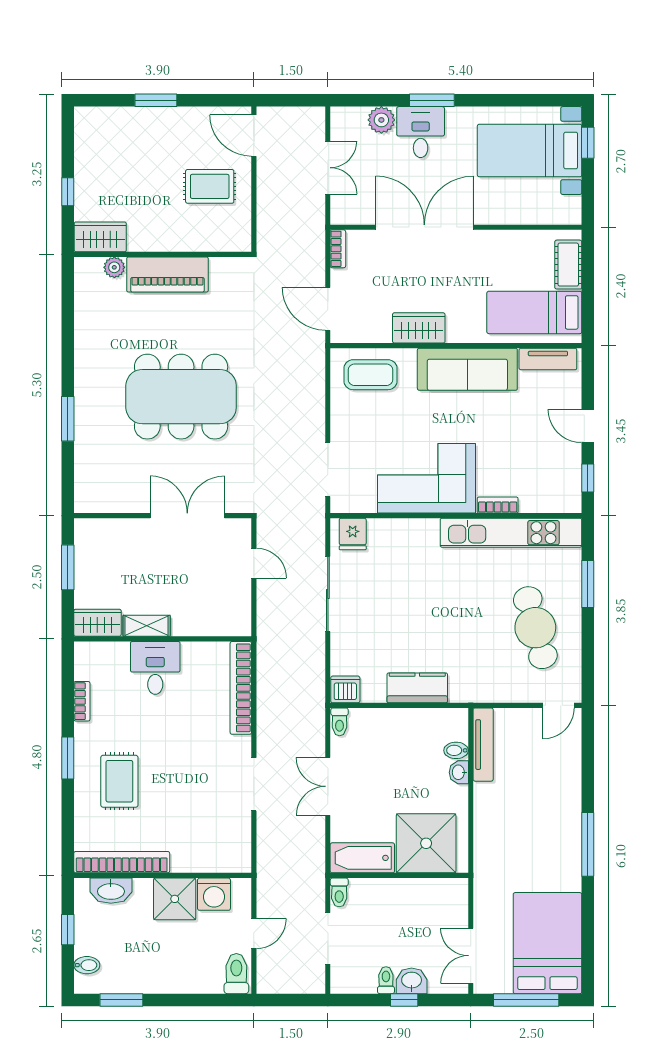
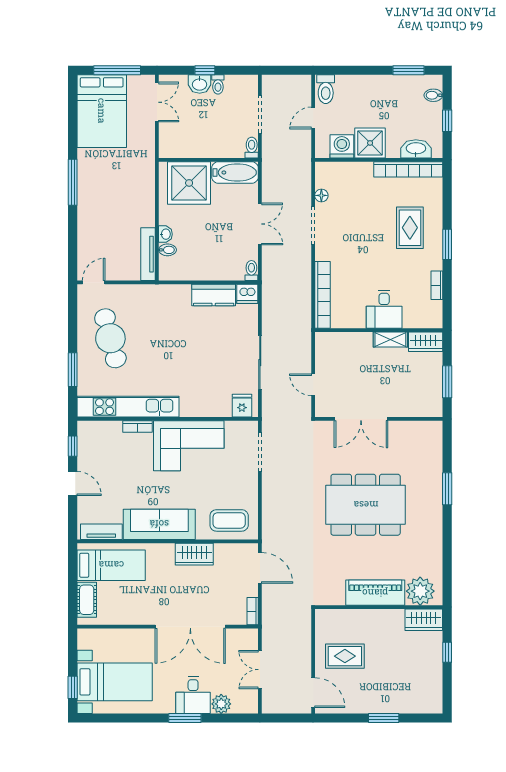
plant: (114, 267) -> (420, 591), width x1.88, depth x1.88
kitchen counter: (417, 688) -> (214, 295), moved
floor lamp: (242, 826) -> (321, 195), added

